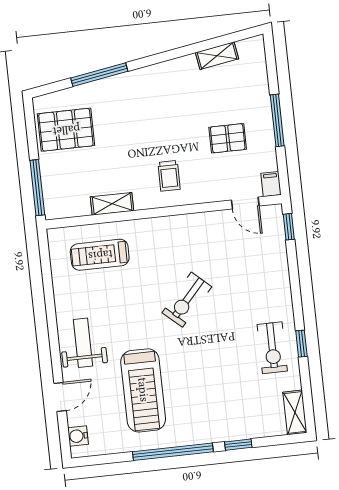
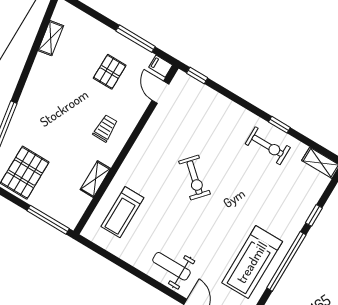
window: (277, 120) -> (136, 39), moved
trolley: (169, 176) -> (105, 128), turned -90
door: (245, 203) -> (160, 92), swing flipped
treadmill: (143, 390) -> (252, 262), moved, turned 90

